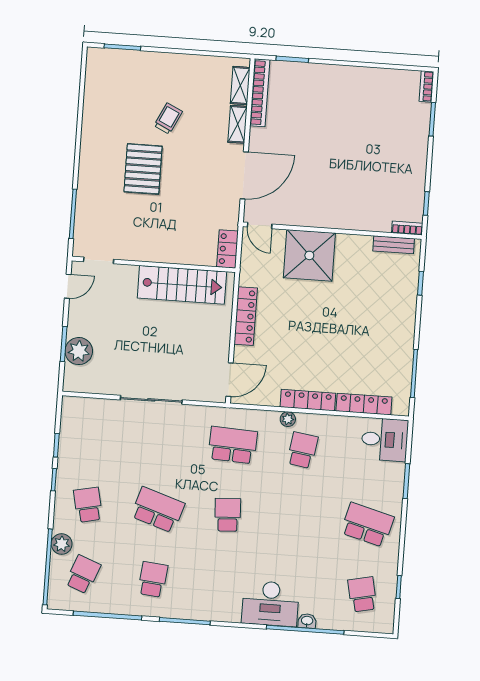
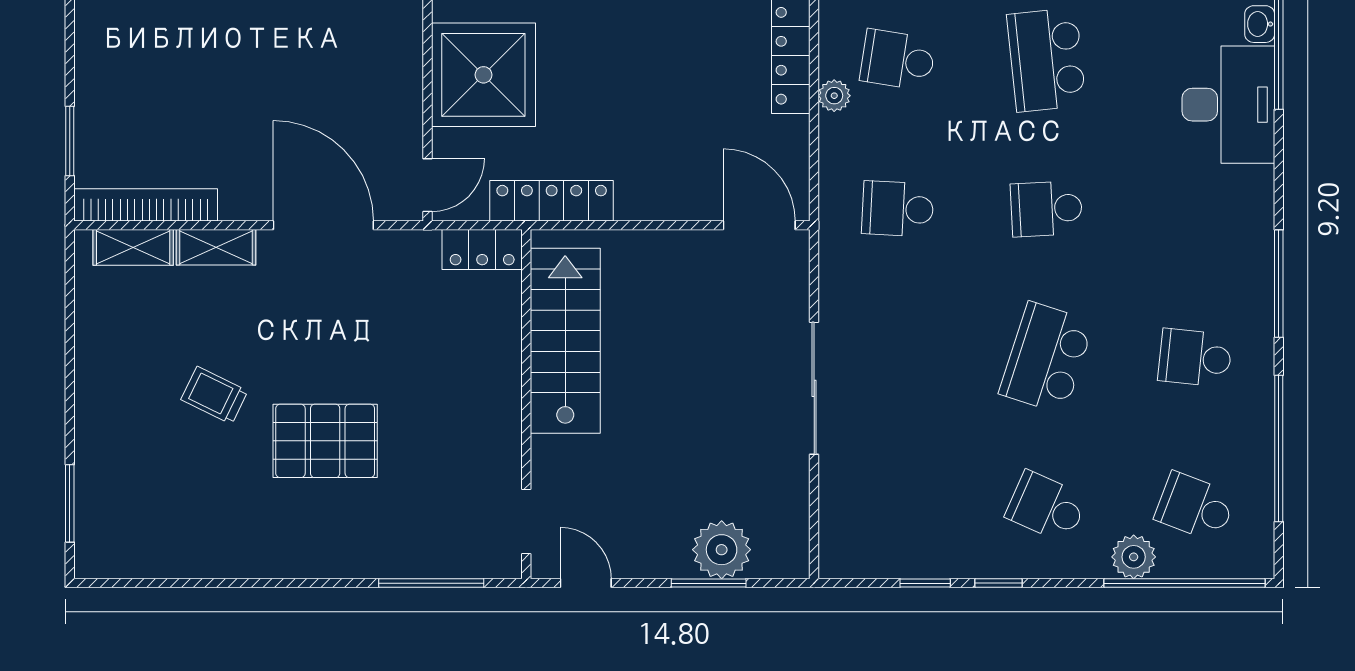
locker: (246, 316) -> (552, 201), moved
school desk: (233, 445) -> (898, 209), width x0.54
school desk: (88, 505) -> (1046, 507), turned 36
school desk: (297, 520) -> (1046, 60), added

